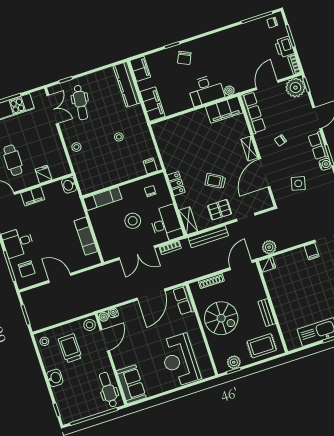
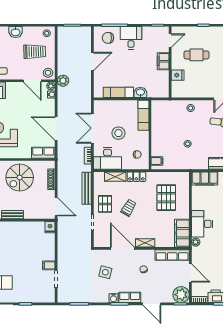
pallet: (189, 141) -> (166, 198), added
washbasin: (69, 185) -> (140, 92), moved
shelving: (188, 221) -> (115, 177), moved
plant: (269, 247) -> (63, 81), moved

